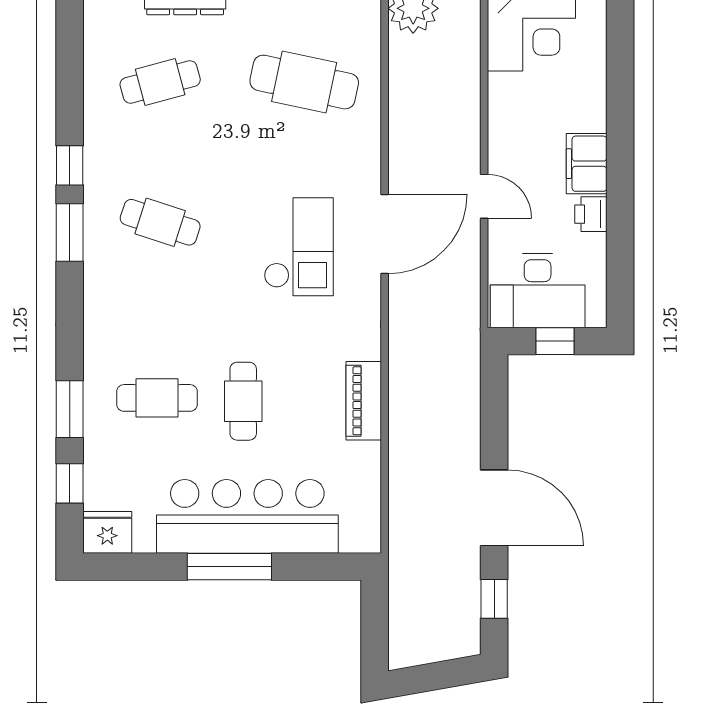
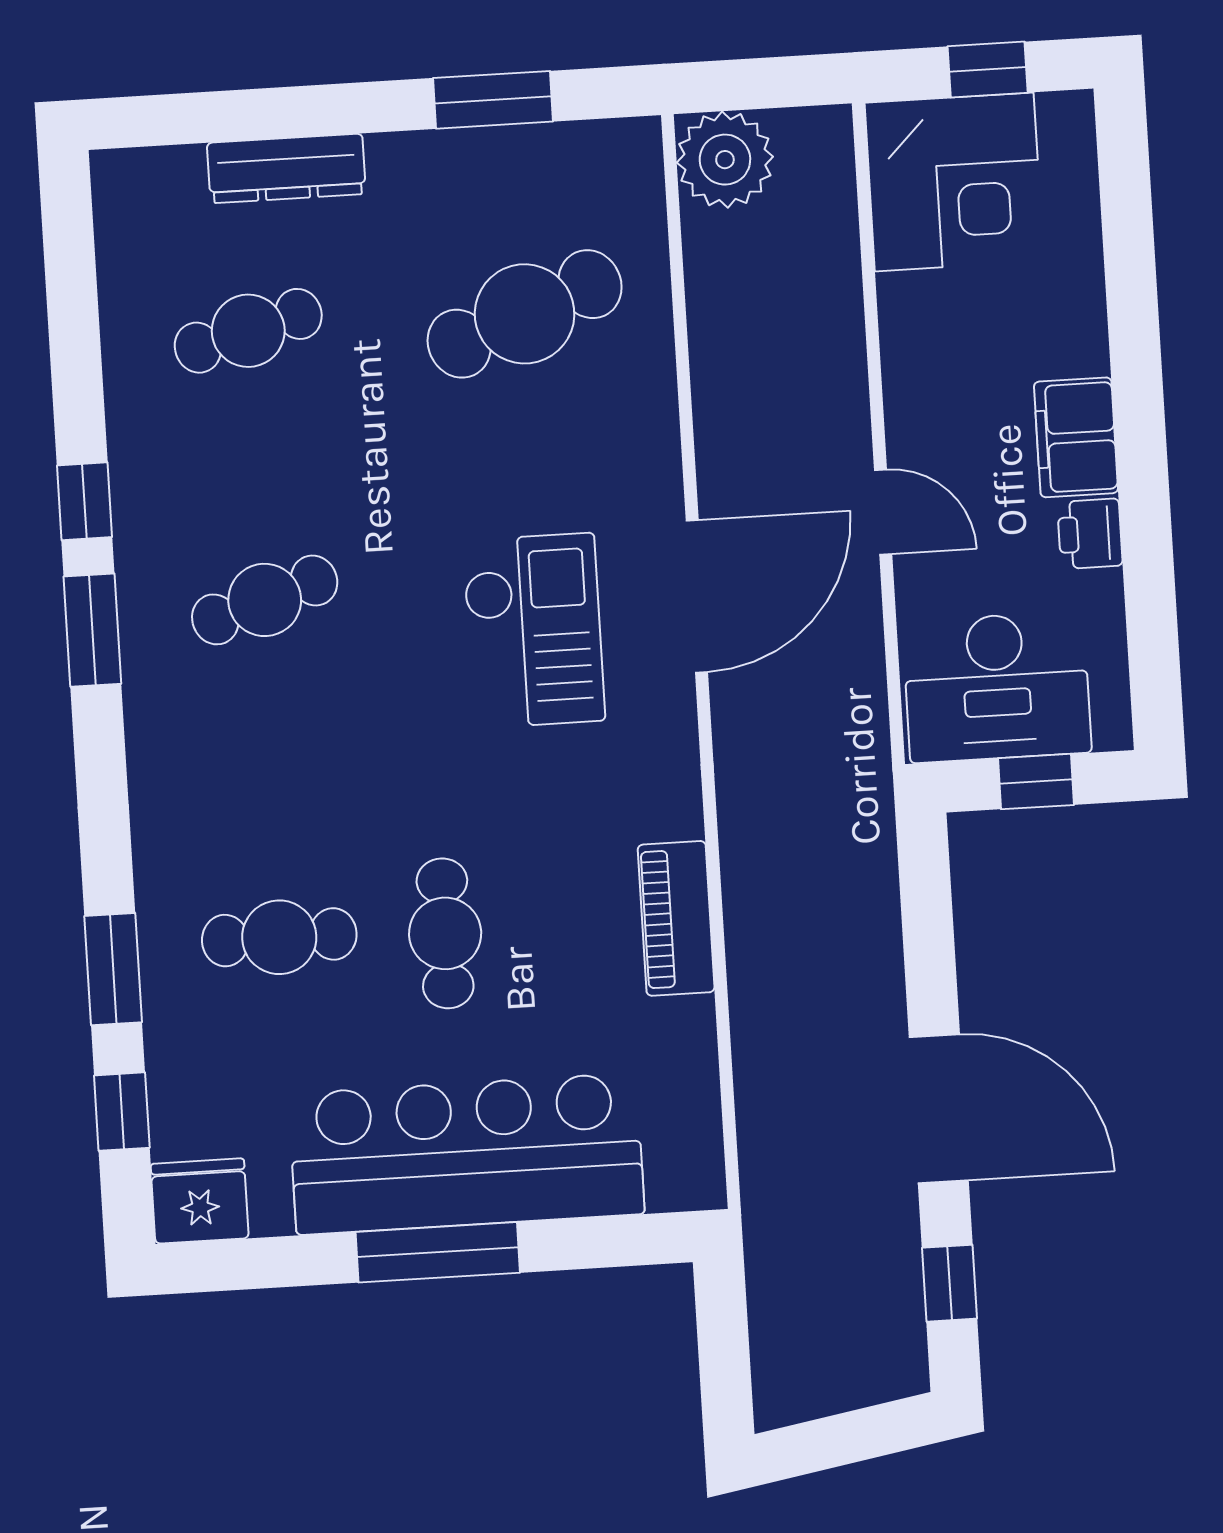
cafe table: (304, 82) -> (525, 314), turned -33
cafe table: (160, 222) -> (265, 600), turned -36

